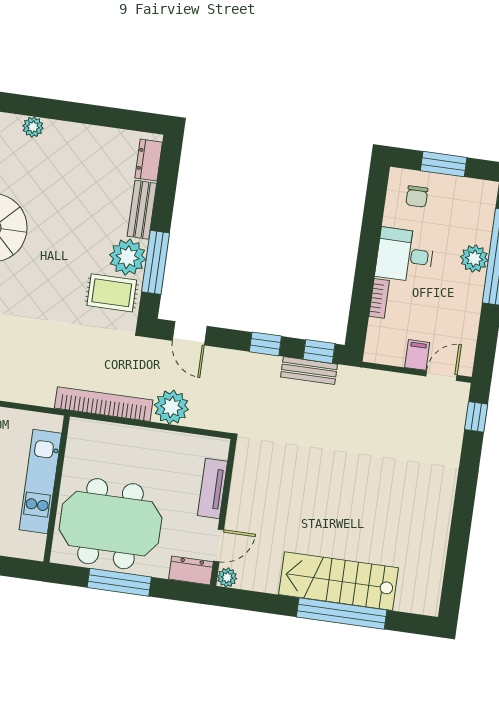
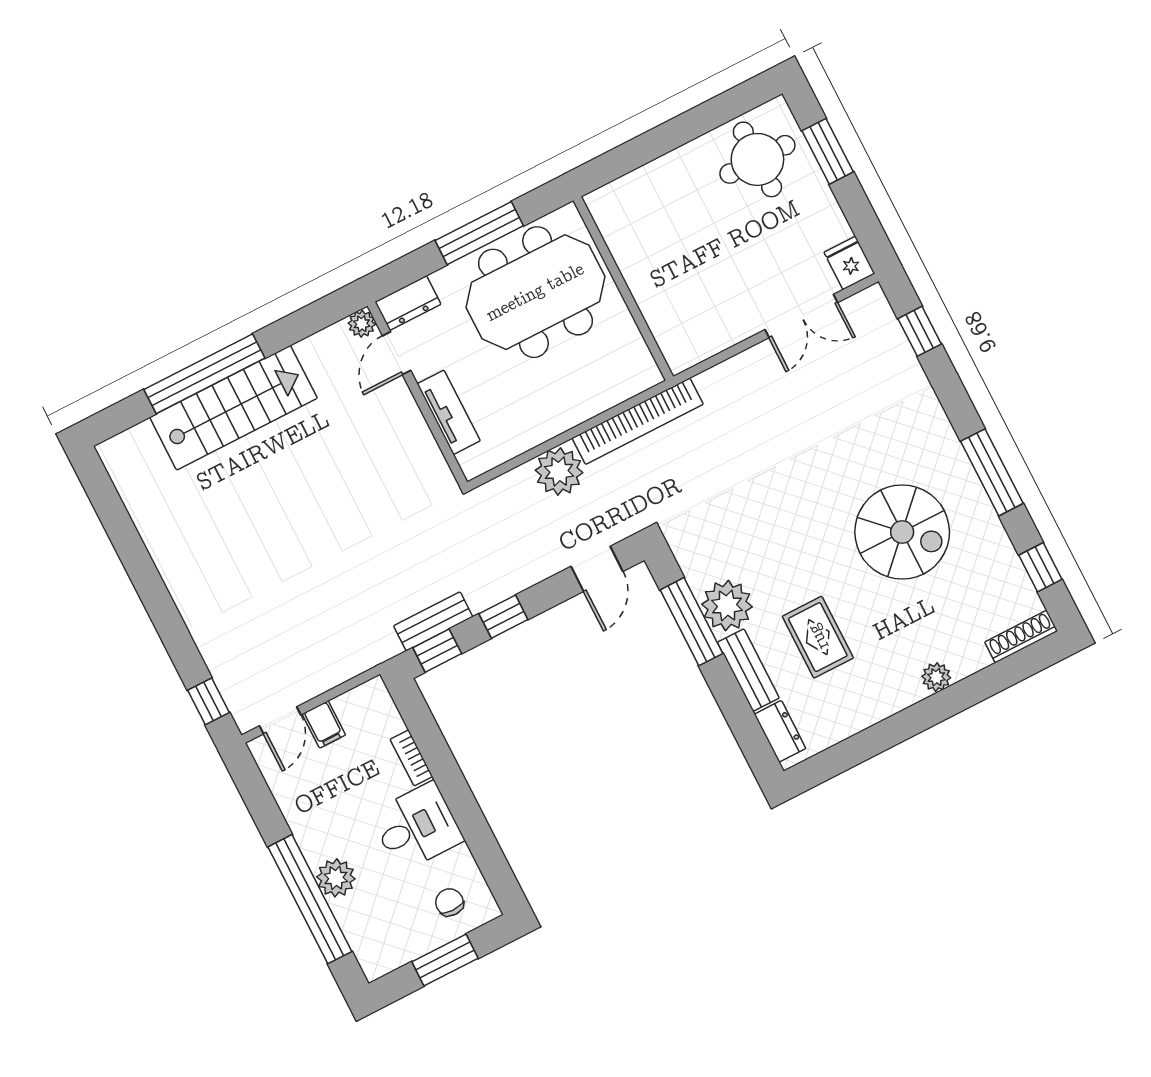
rug: (112, 293) -> (818, 637), moved, turned 90
door: (190, 333) -> (597, 569), swing flipped
kitchen unit: (40, 481) -> (648, 284), removed

